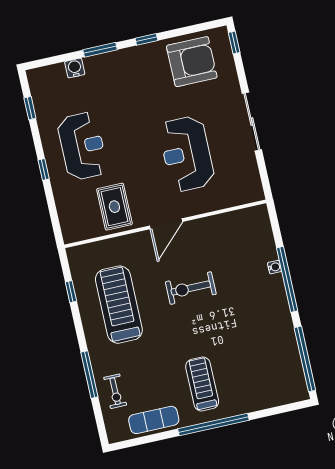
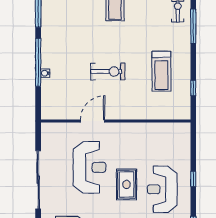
sliding door: (252, 122) -> (38, 180), width x1.36
rug: (114, 207) -> (126, 184), moved
door: (166, 224) -> (93, 121), moved
treadmill: (119, 305) -> (161, 71), width x0.73, depth x0.73

